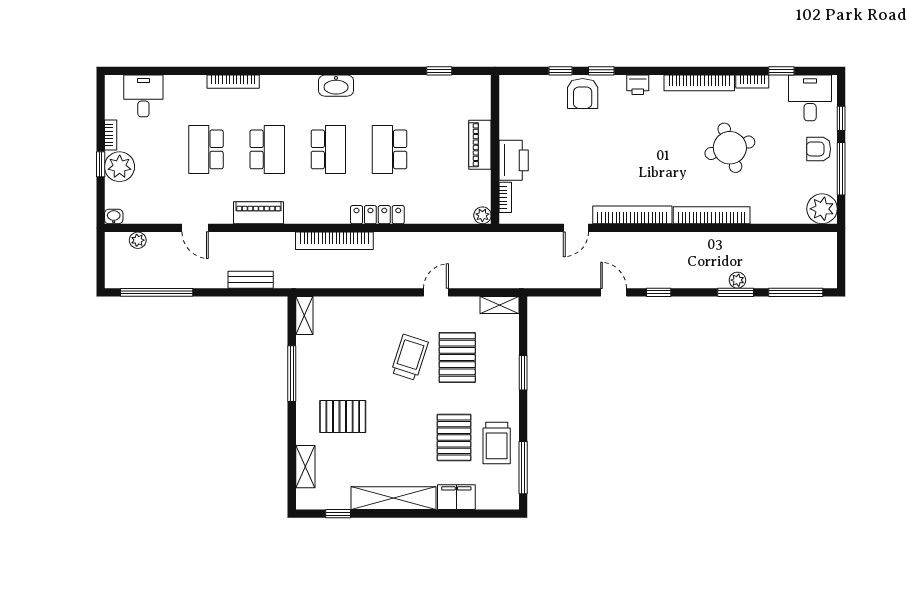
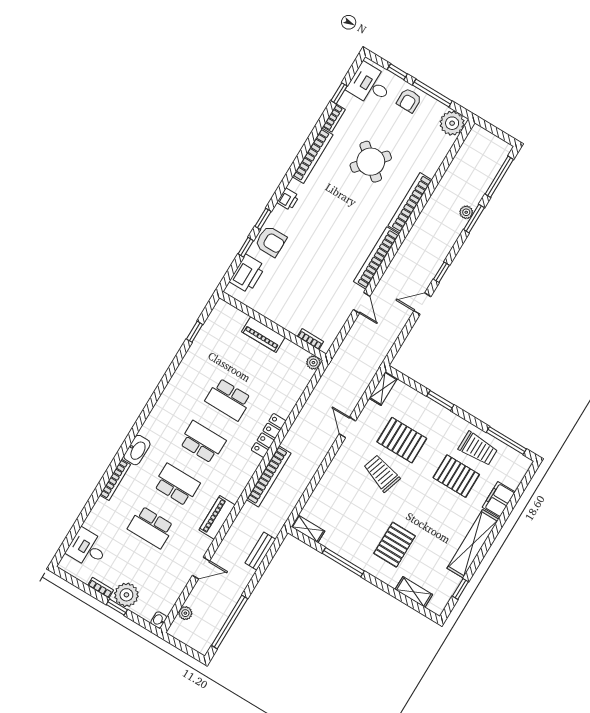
washbasin: (336, 86) -> (137, 450), moved
round table: (730, 148) -> (371, 162), turned -33
printer: (514, 160) -> (247, 274), moved, turned 90

